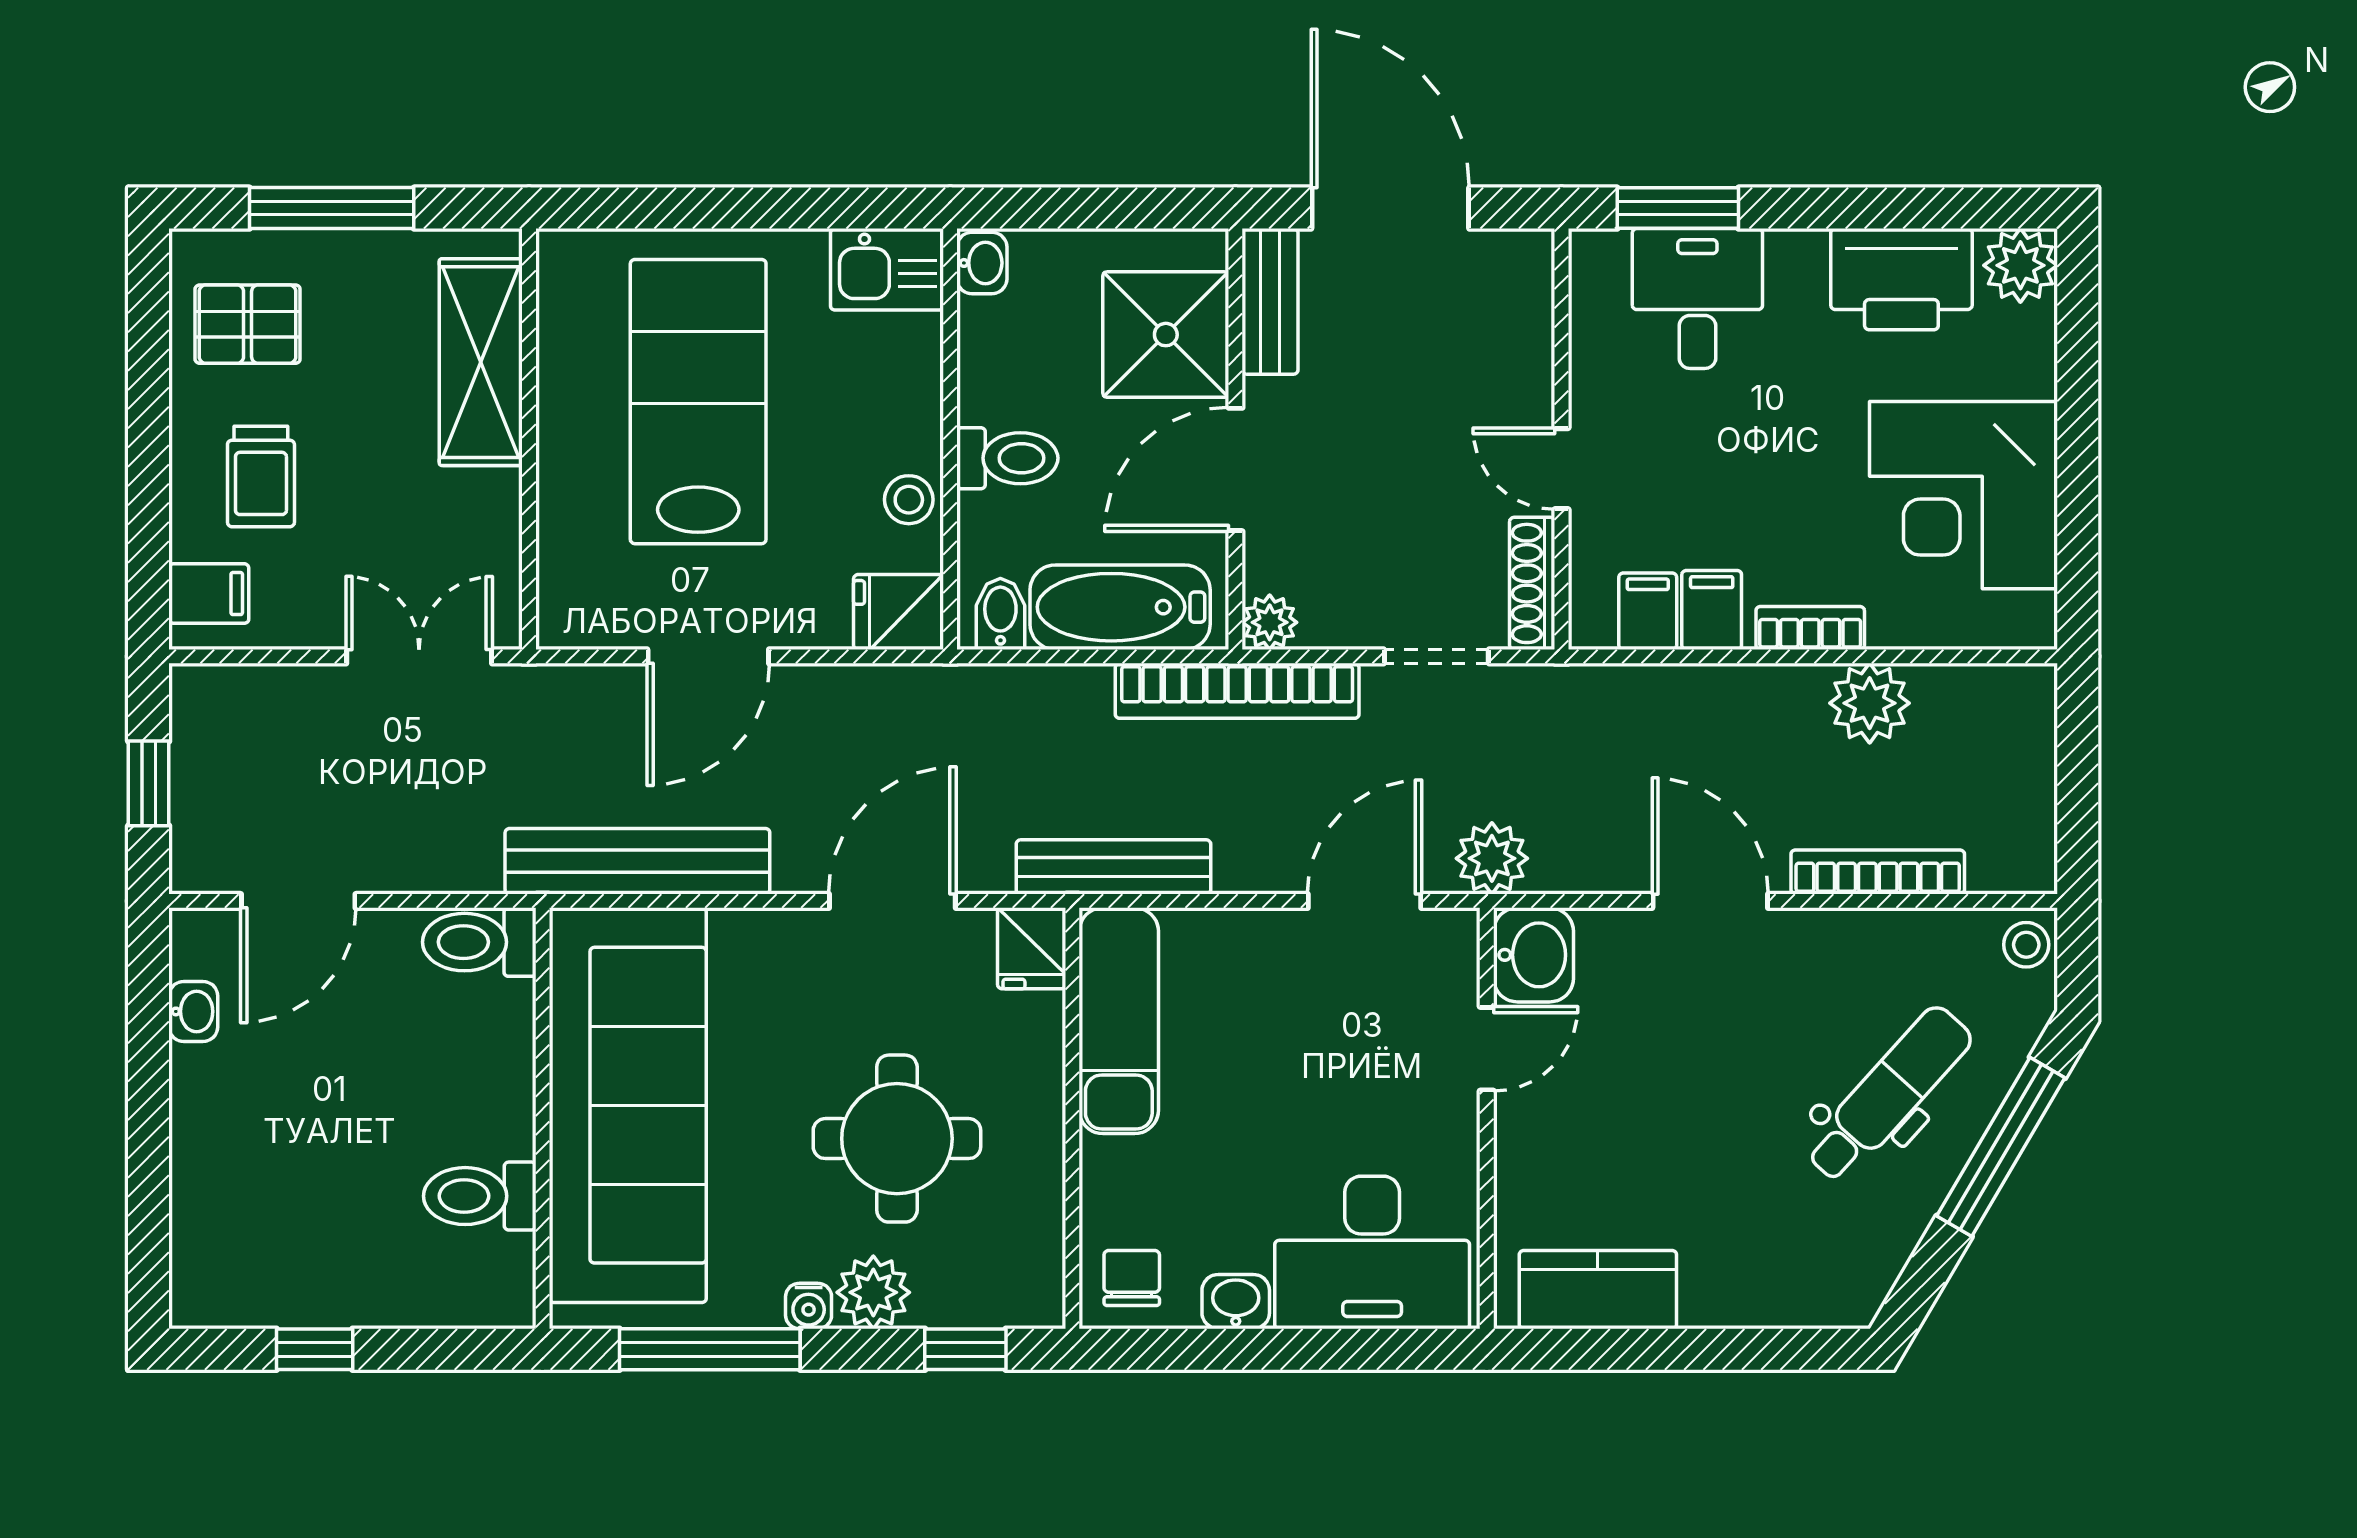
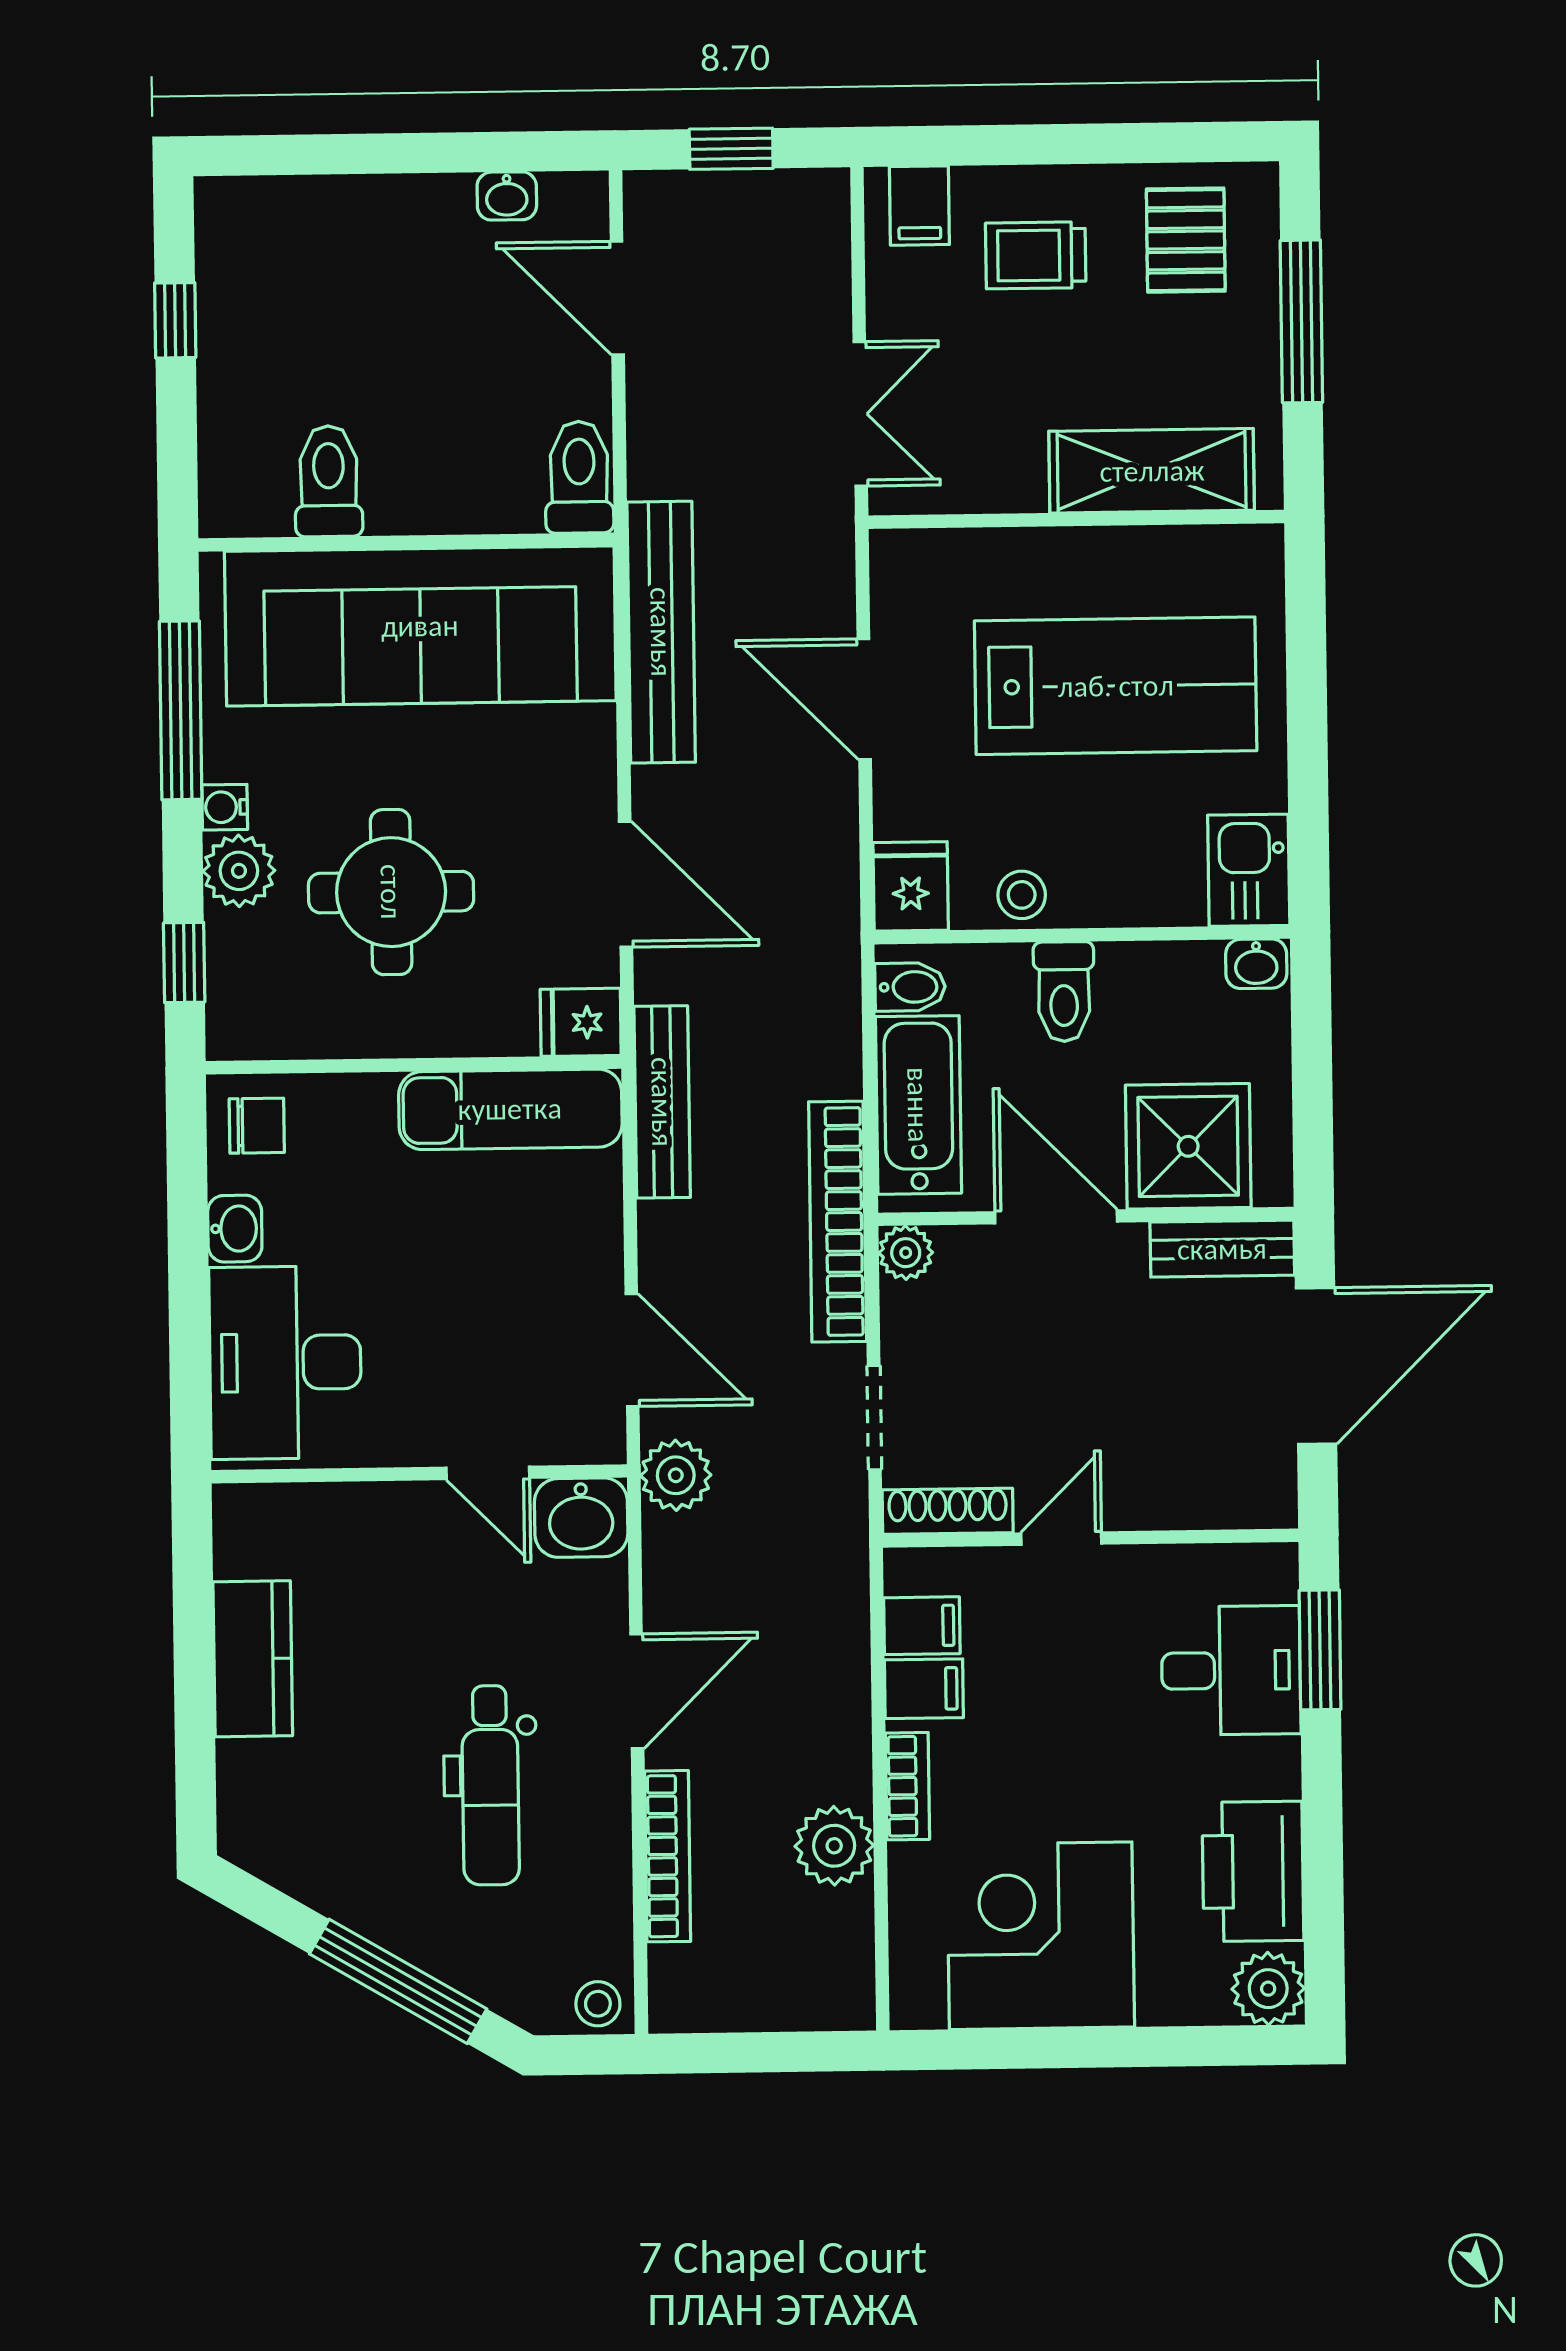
dental chair: (1889, 1094) -> (490, 1785), moved, turned 48
kitchen counter: (1598, 1290) -> (253, 1659), moved

